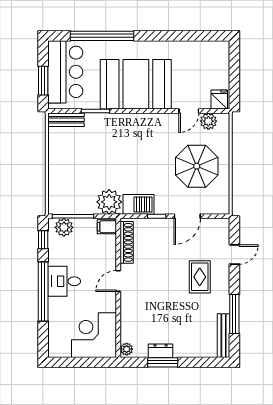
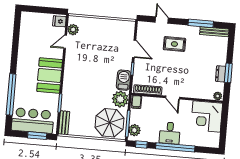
booth: (136, 84) -> (50, 75), width x0.73, depth x0.70
door: (189, 111) -> (65, 42), swing flipped
parasol: (197, 166) -> (109, 123), moved

